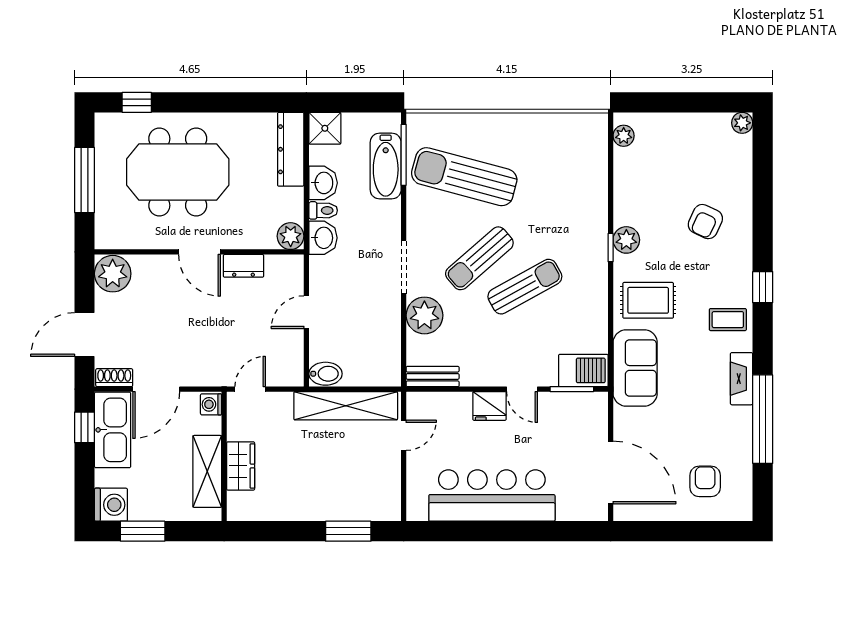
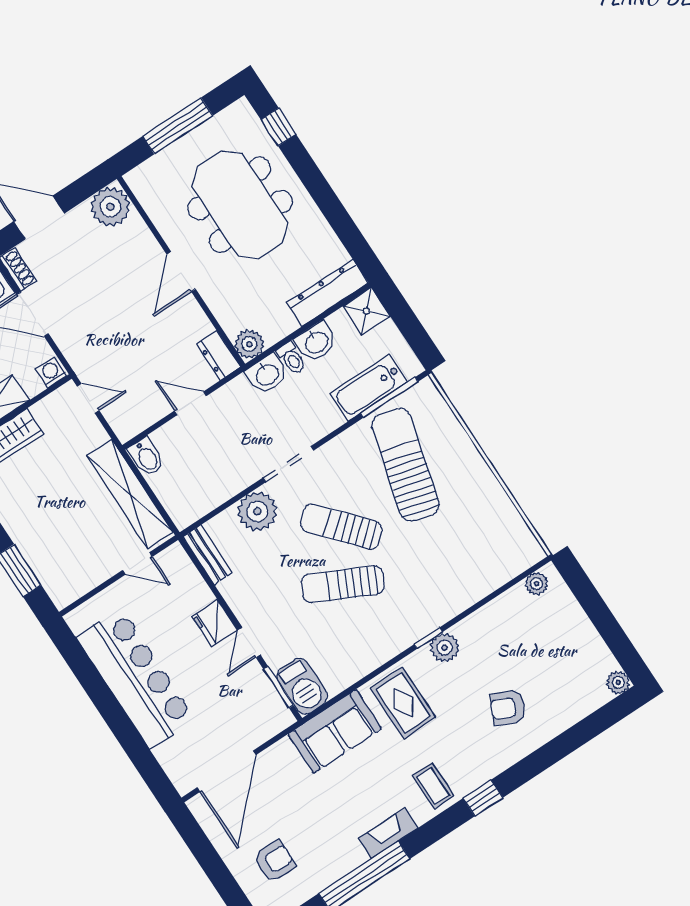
dresser: (243, 266) -> (219, 355), moved
sun lounger: (525, 287) -> (343, 584), turned 145

